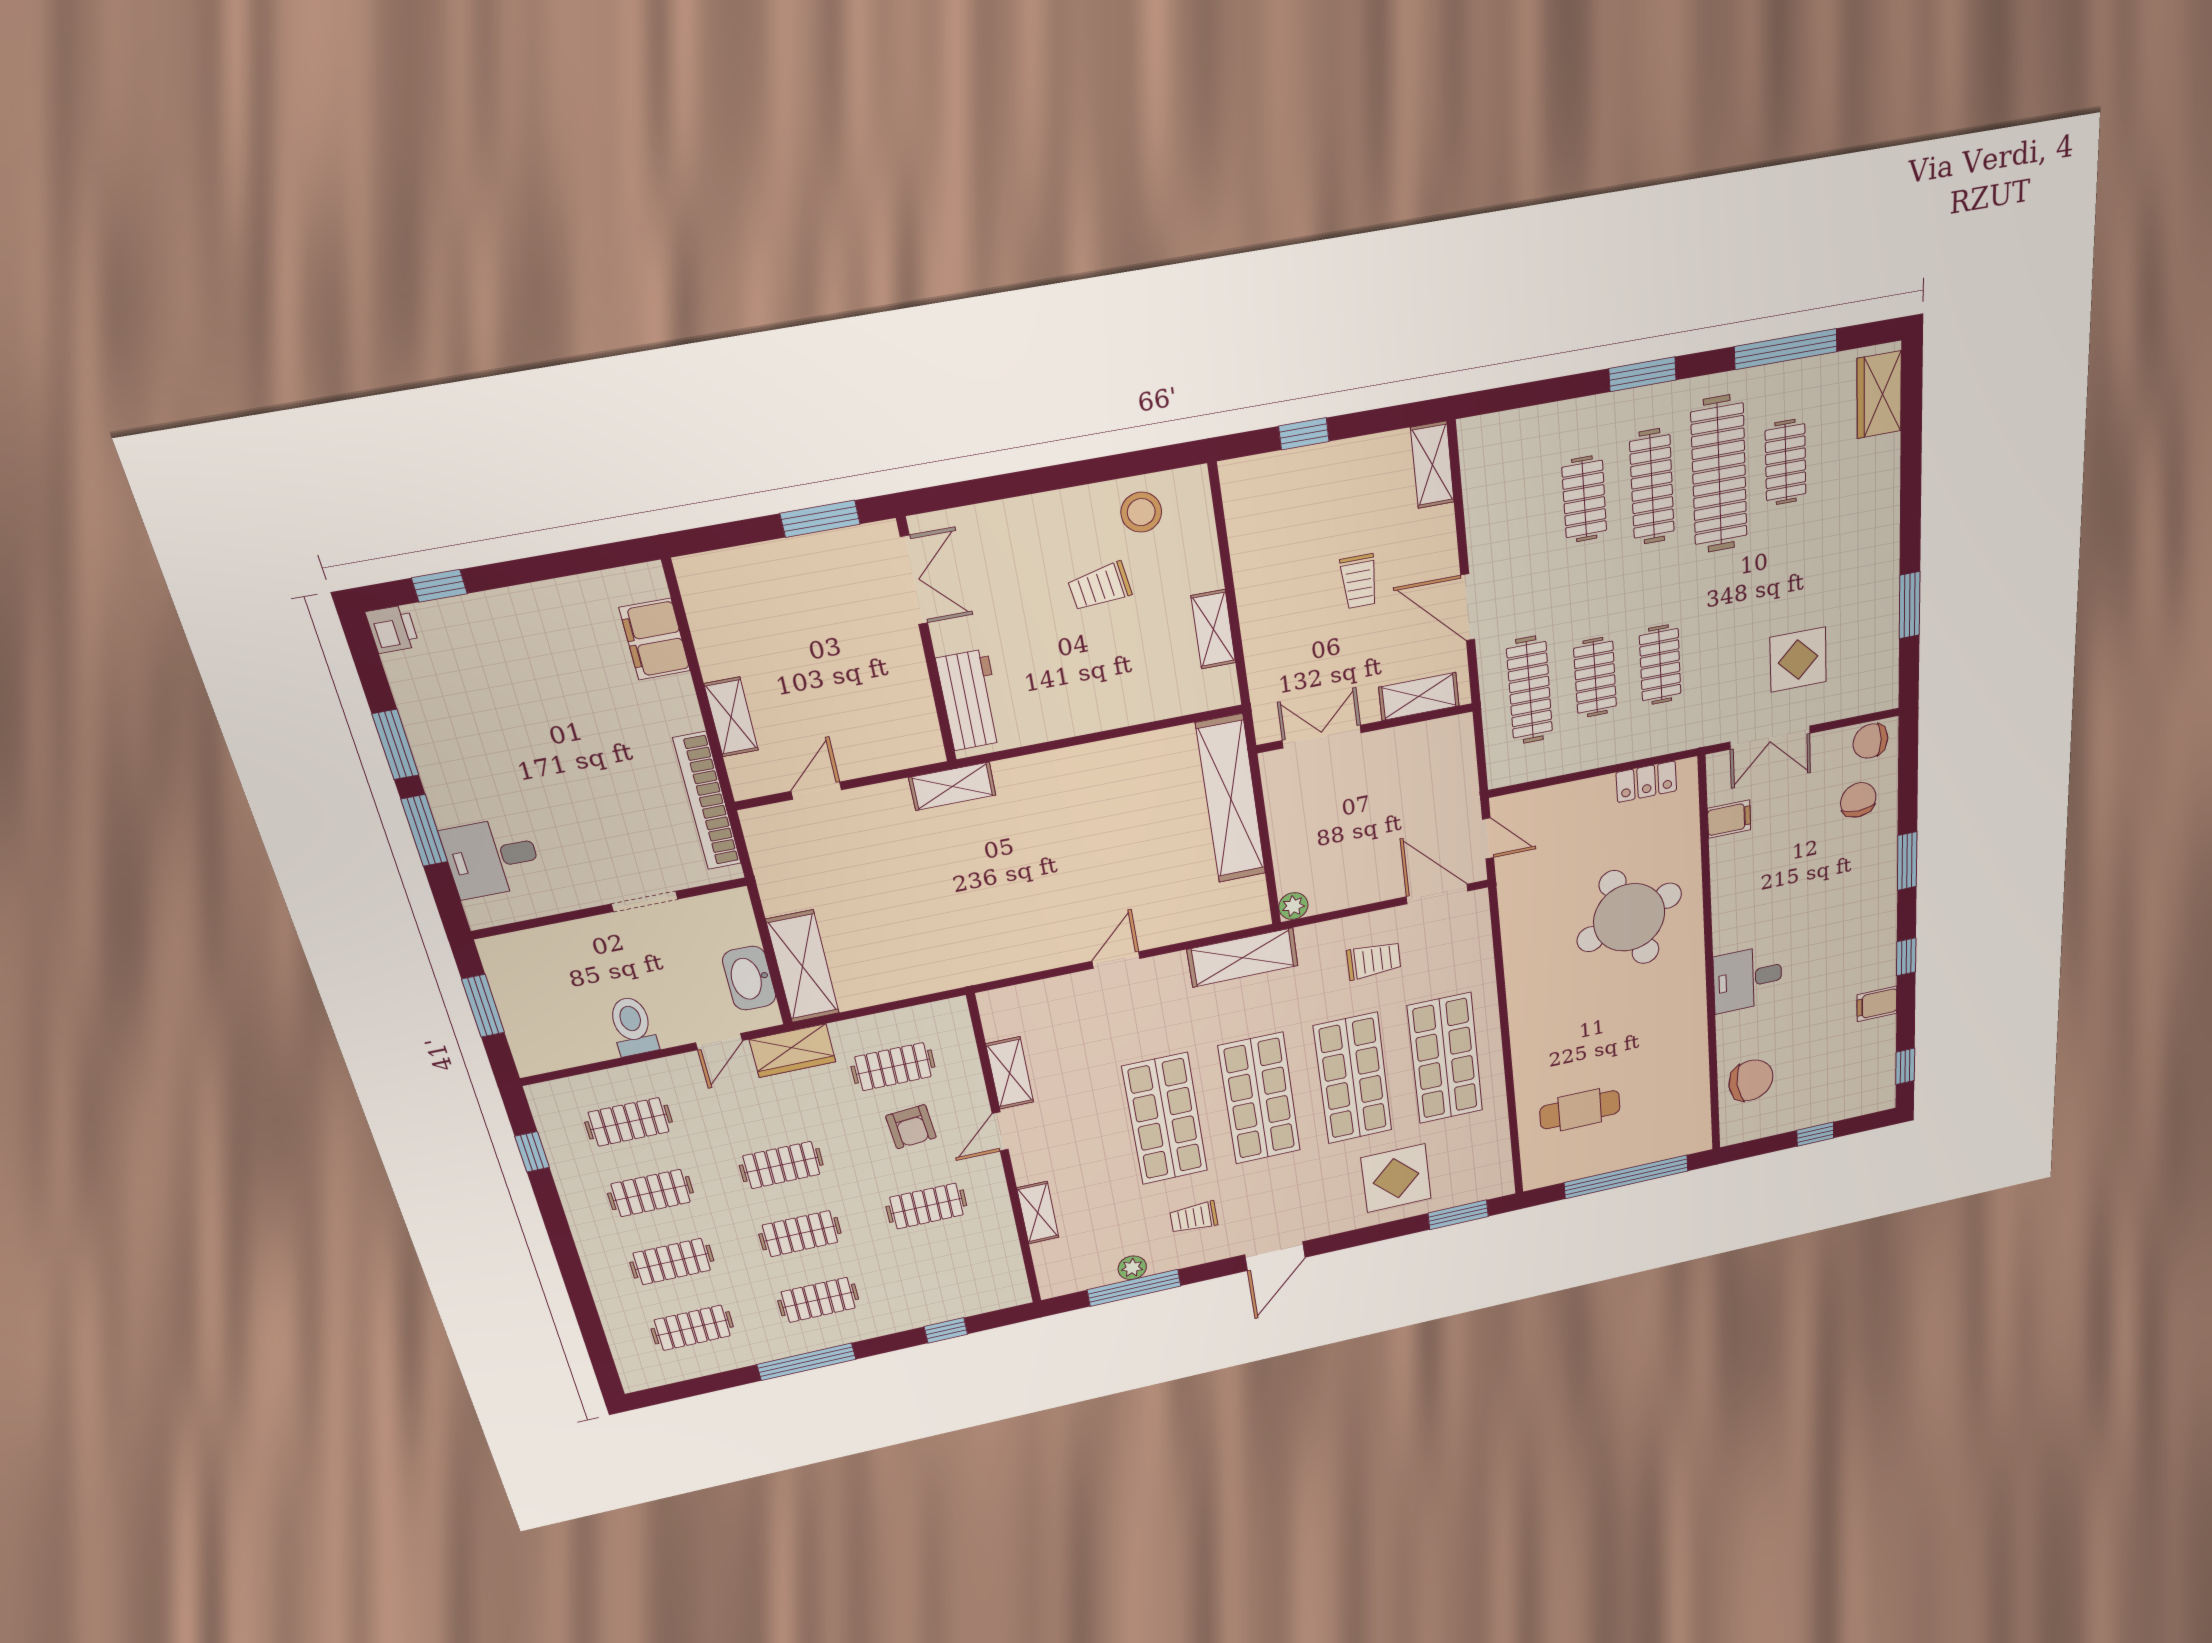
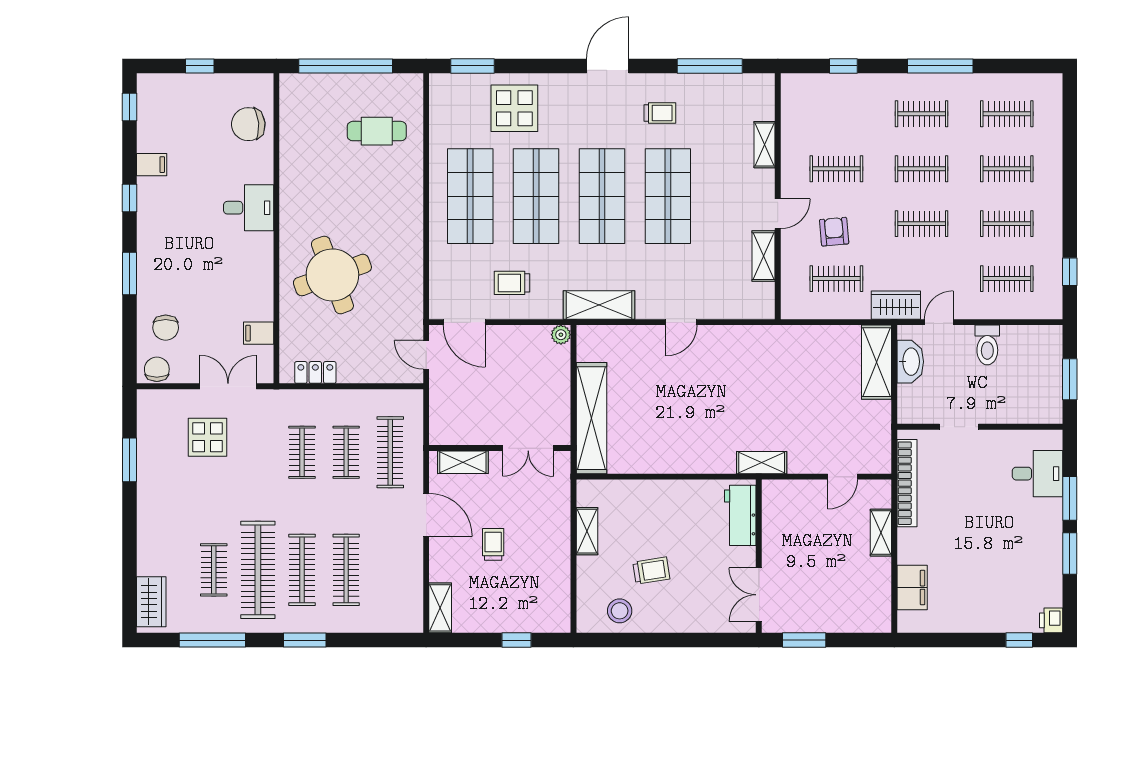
clothes rail: (1584, 499) -> (346, 570), width x1.36
chair: (1870, 741) -> (157, 369), turned -90
plant: (1132, 1268) -> (708, 83), removed

